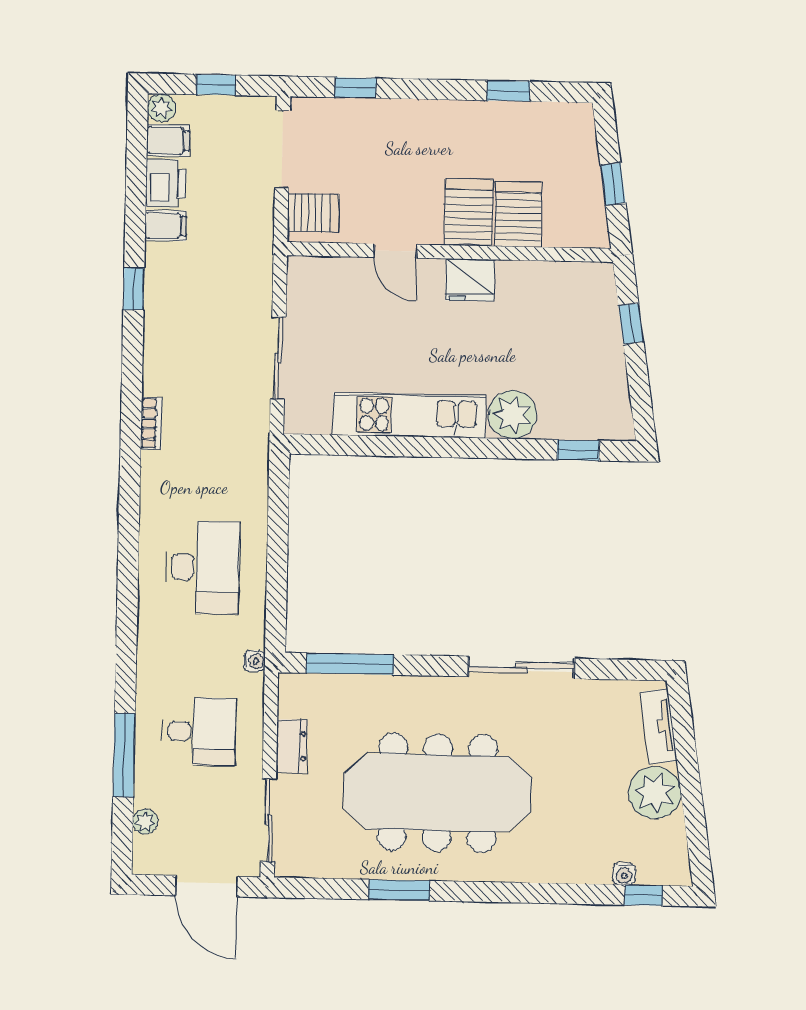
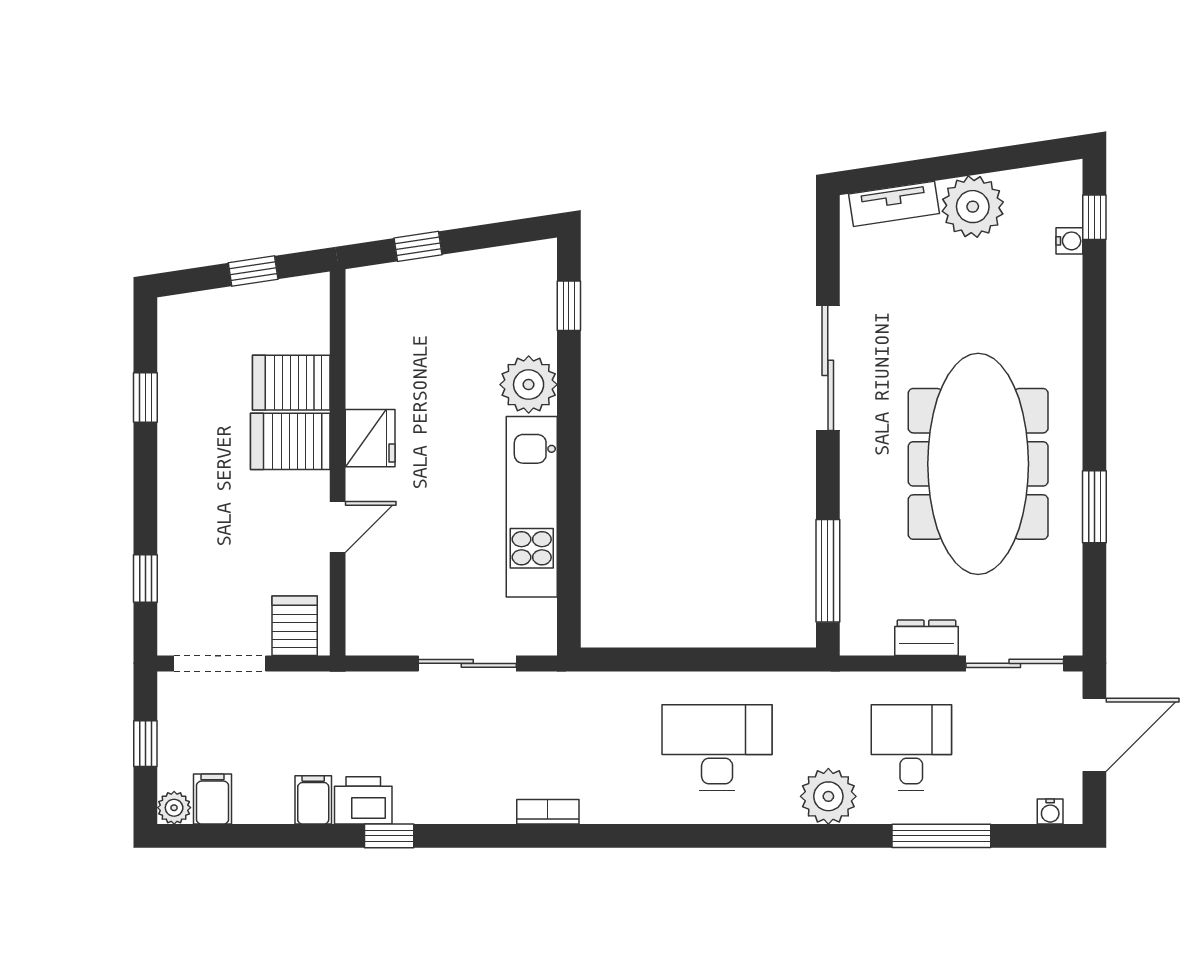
printer: (166, 183) -> (363, 800), moved
water cooler: (254, 661) -> (1050, 812), moved, turned 180
plant: (145, 822) -> (828, 796), moved, width x1.87, depth x1.87

